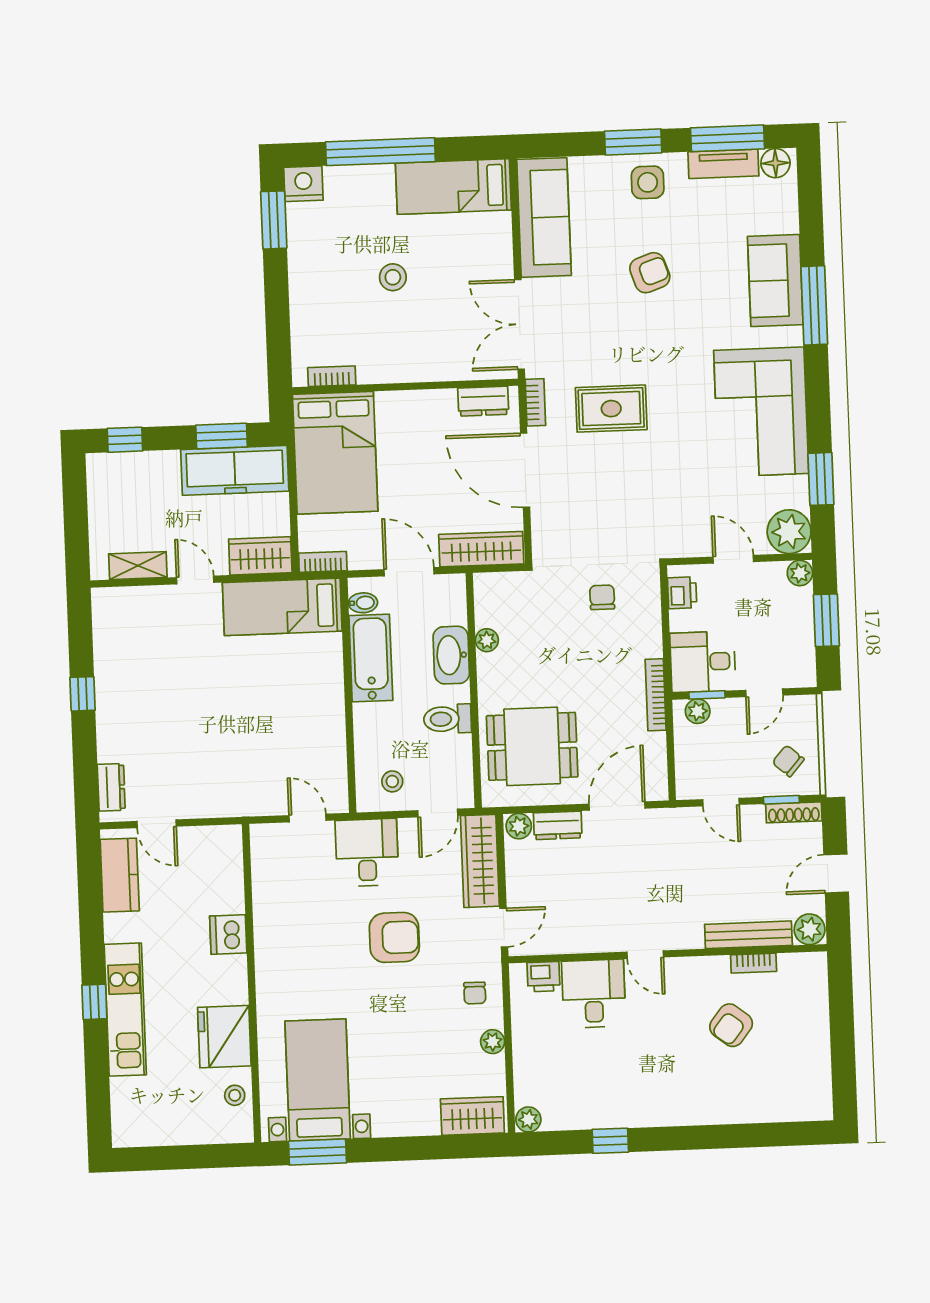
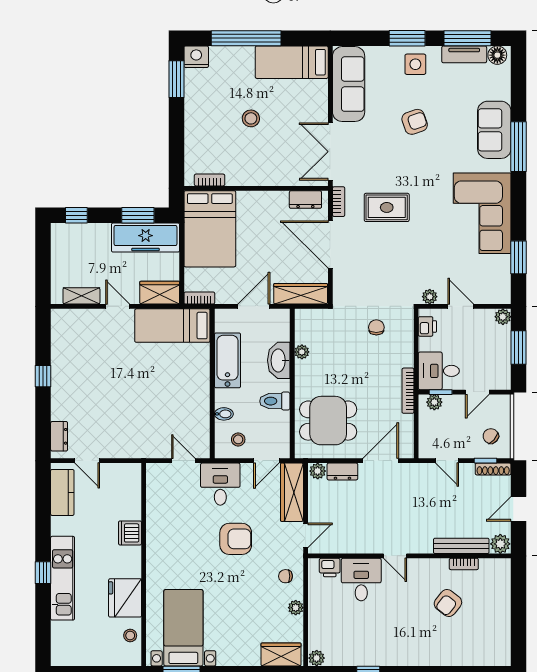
plant: (789, 532) -> (430, 297), moved, width x0.53, depth x0.53
door: (409, 572) -> (254, 306), hinge flipped
bidet: (363, 603) -> (224, 414), moved
chair: (475, 993) -> (285, 576), turned 90

